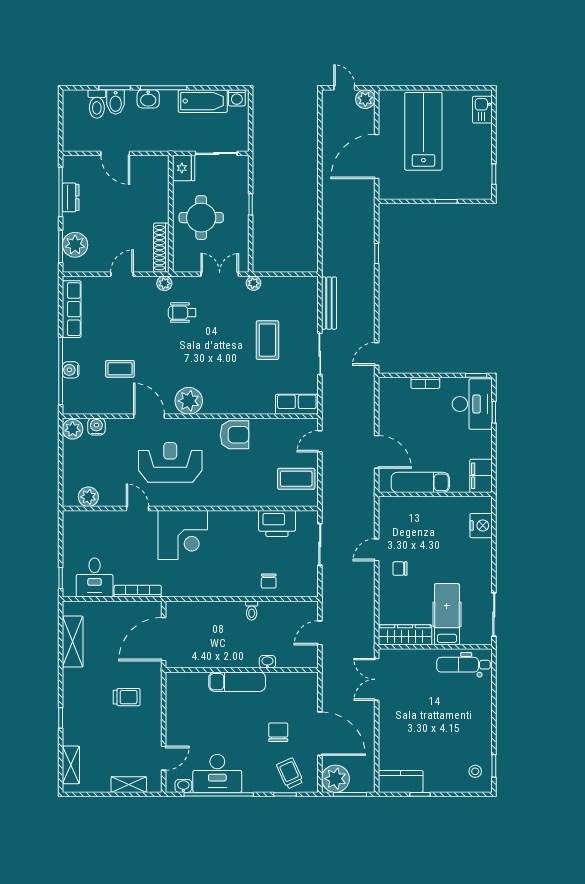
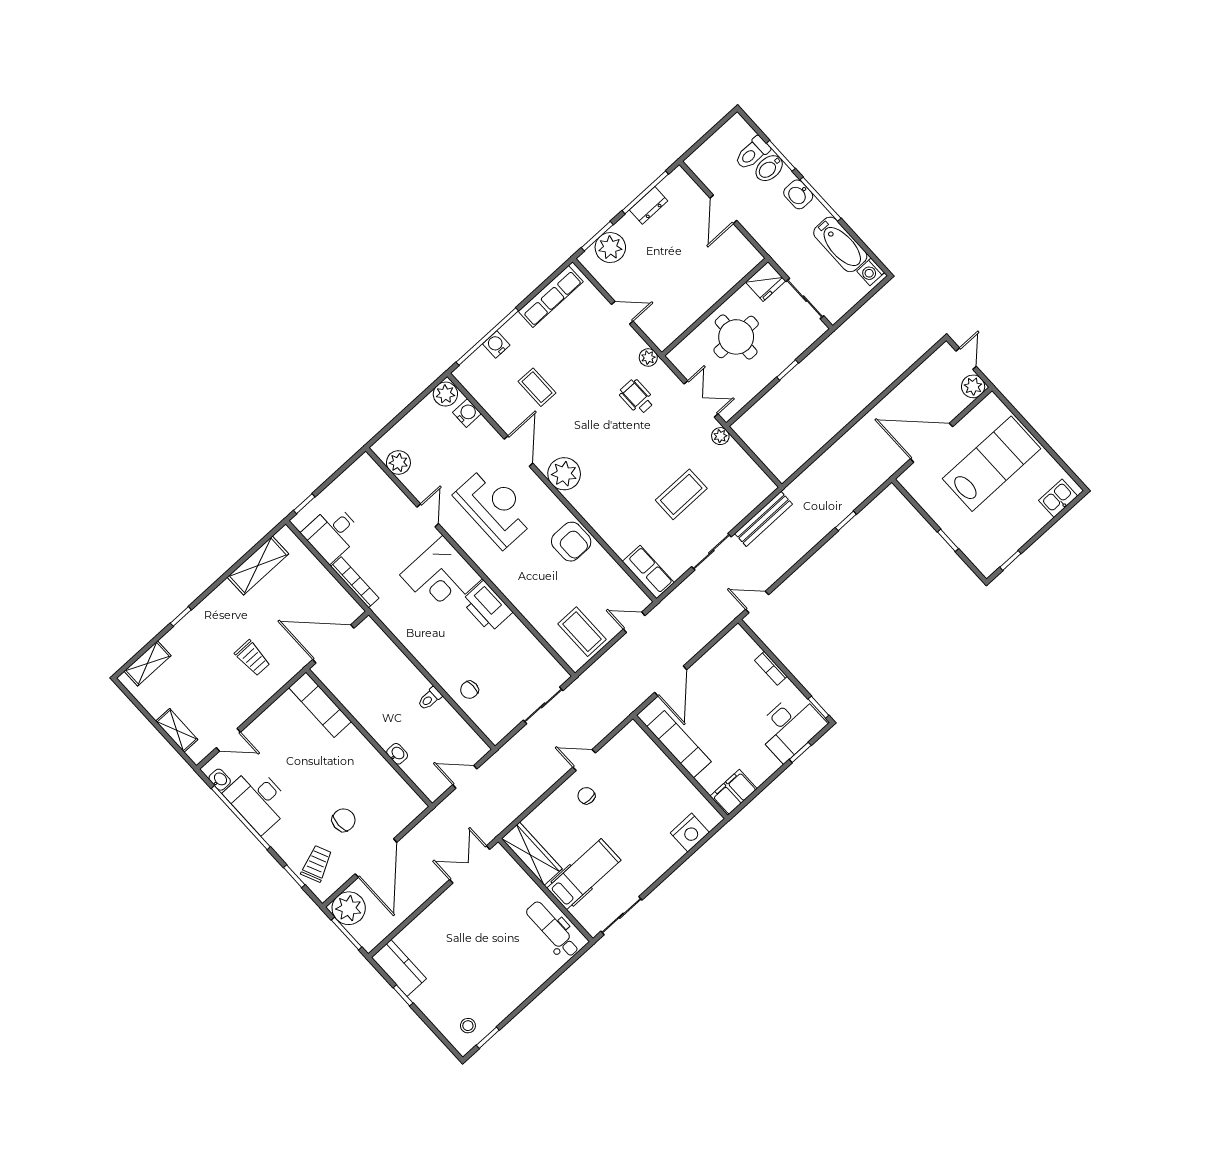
shoe rack: (161, 248) -> (677, 326), removed
printer: (277, 523) -> (487, 607), moved
exam couch: (237, 682) -> (320, 705), moved

